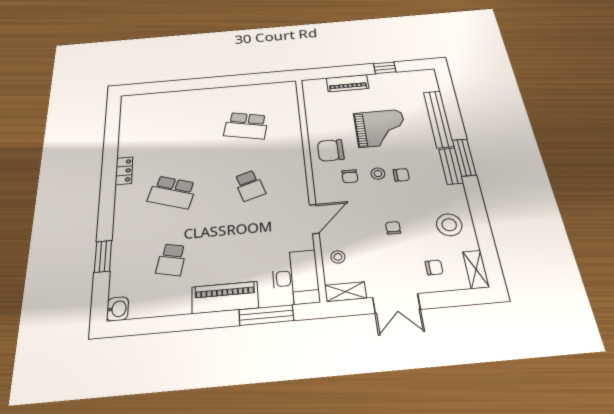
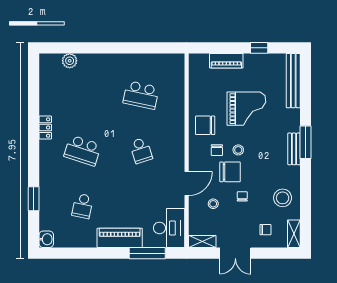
plant: (158, 100) -> (70, 61), added
bench: (439, 119) -> (293, 81), moved
chair: (401, 175) -> (230, 172), moved, width x1.87, depth x1.87
stool: (338, 257) -> (213, 204), moved

